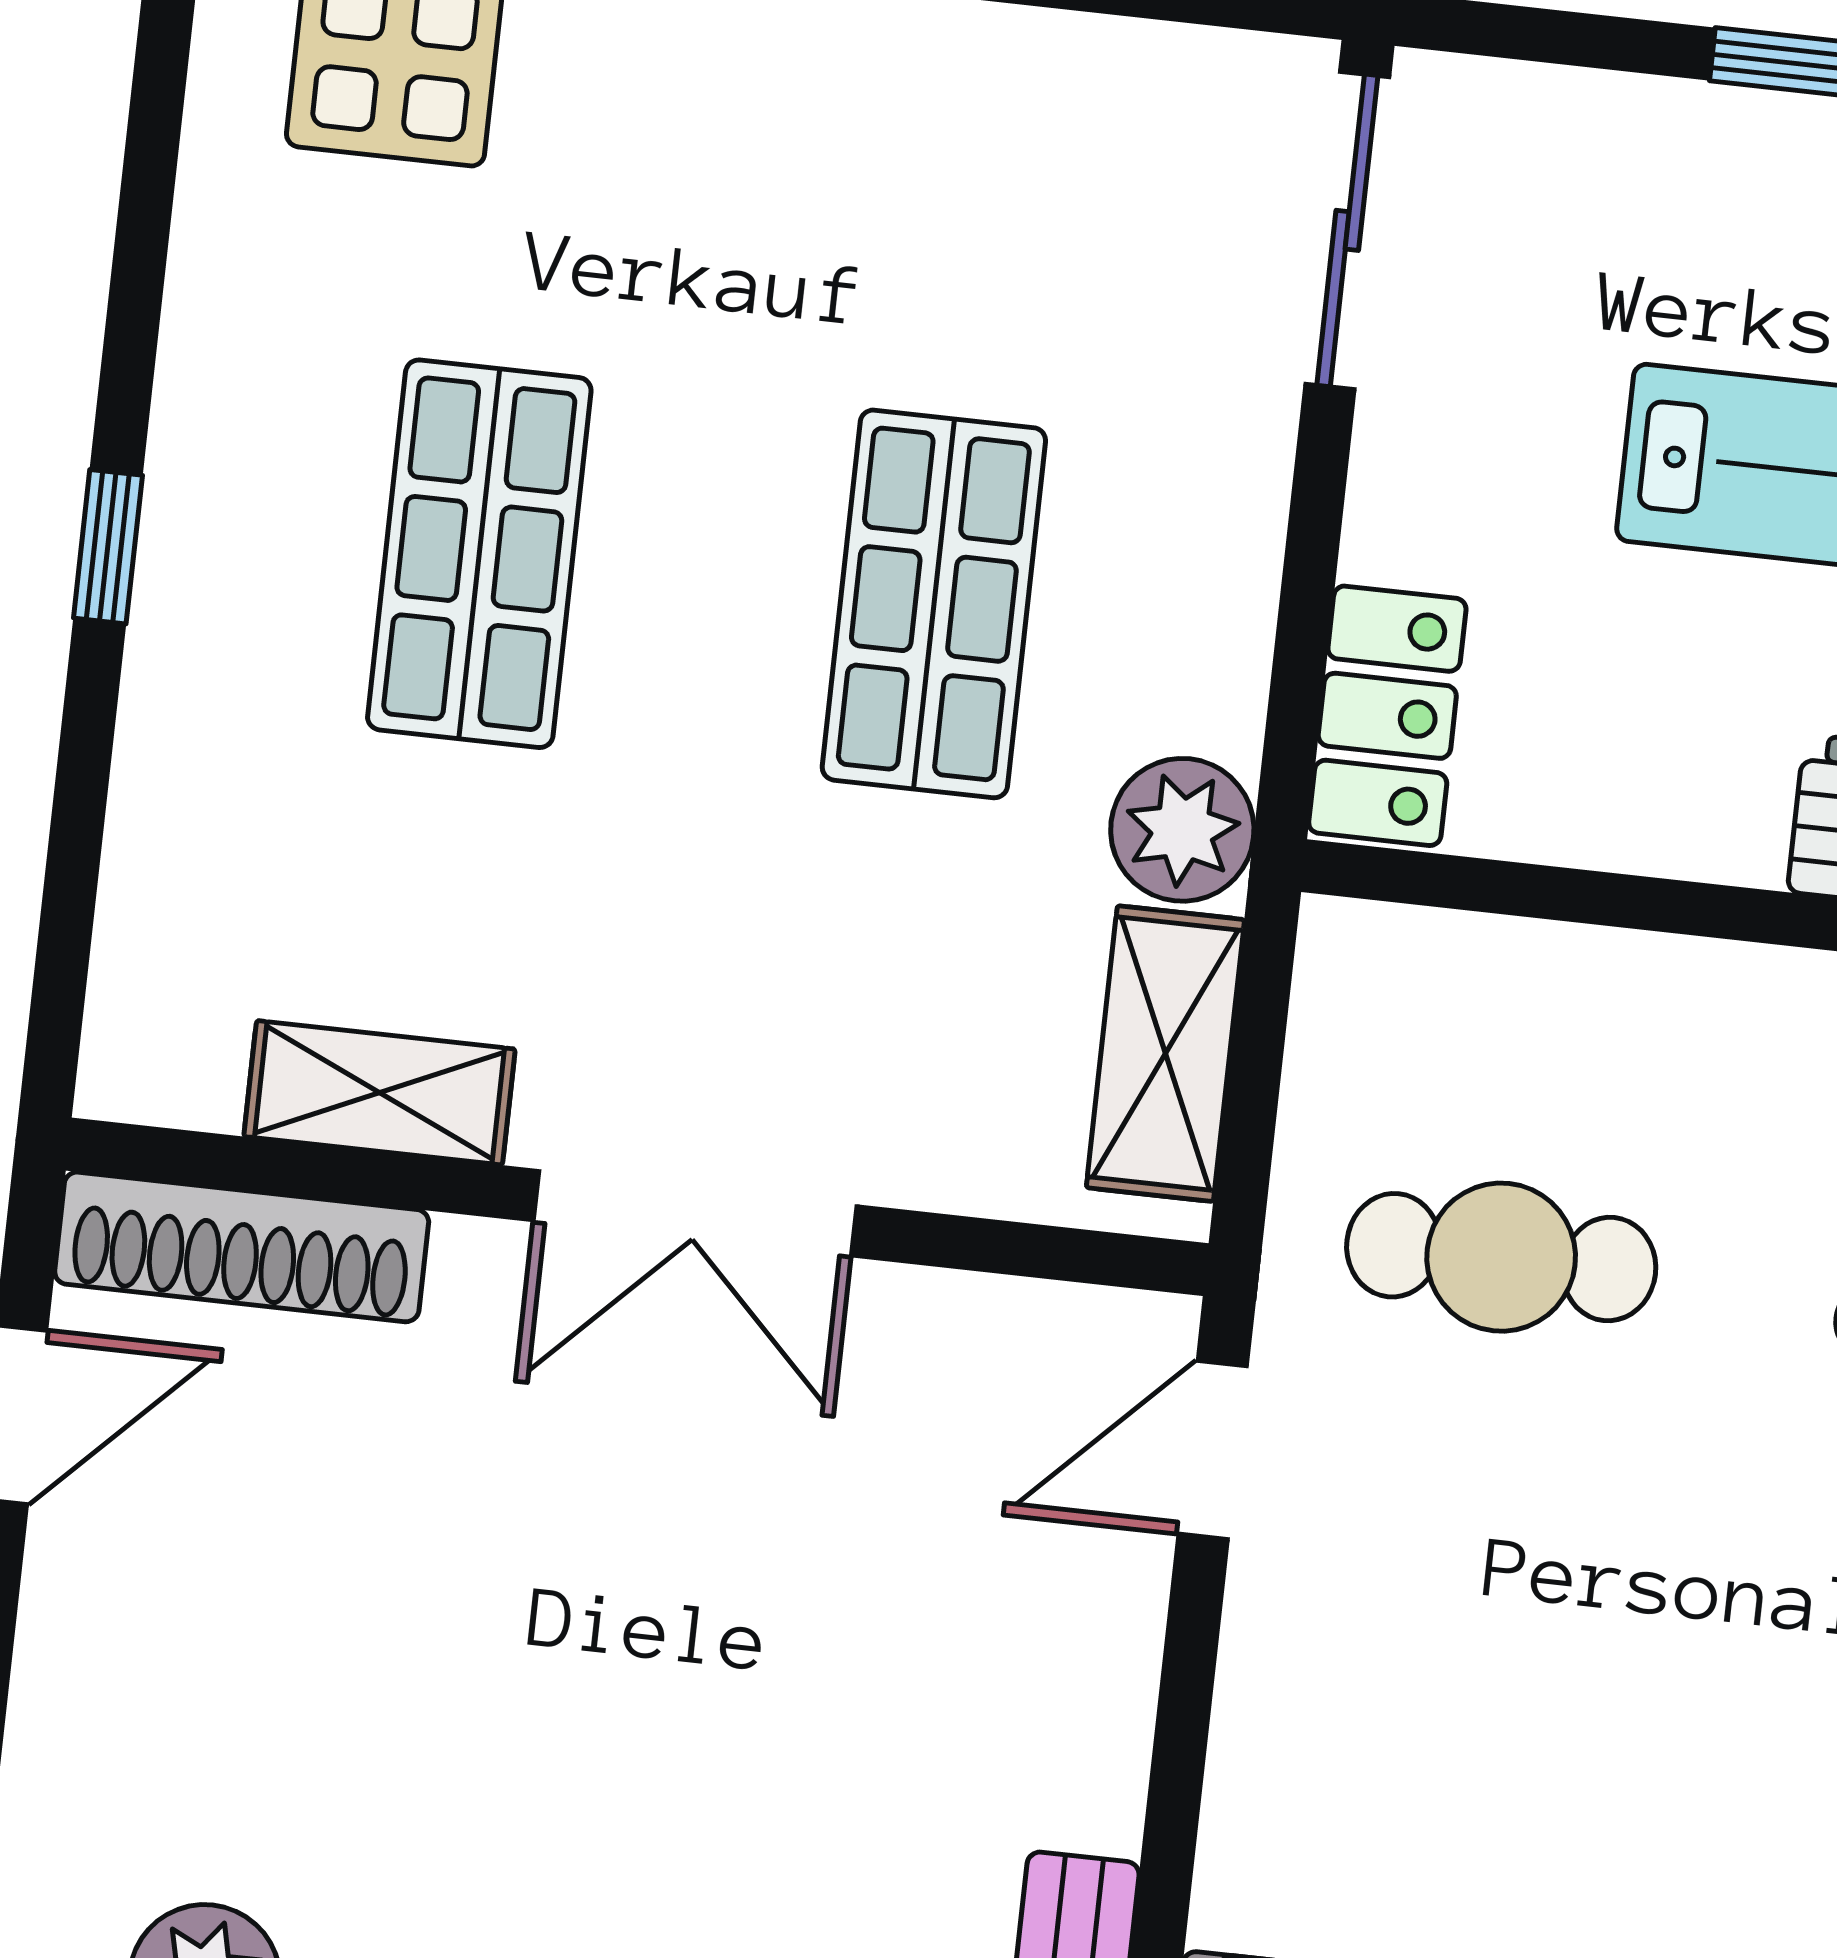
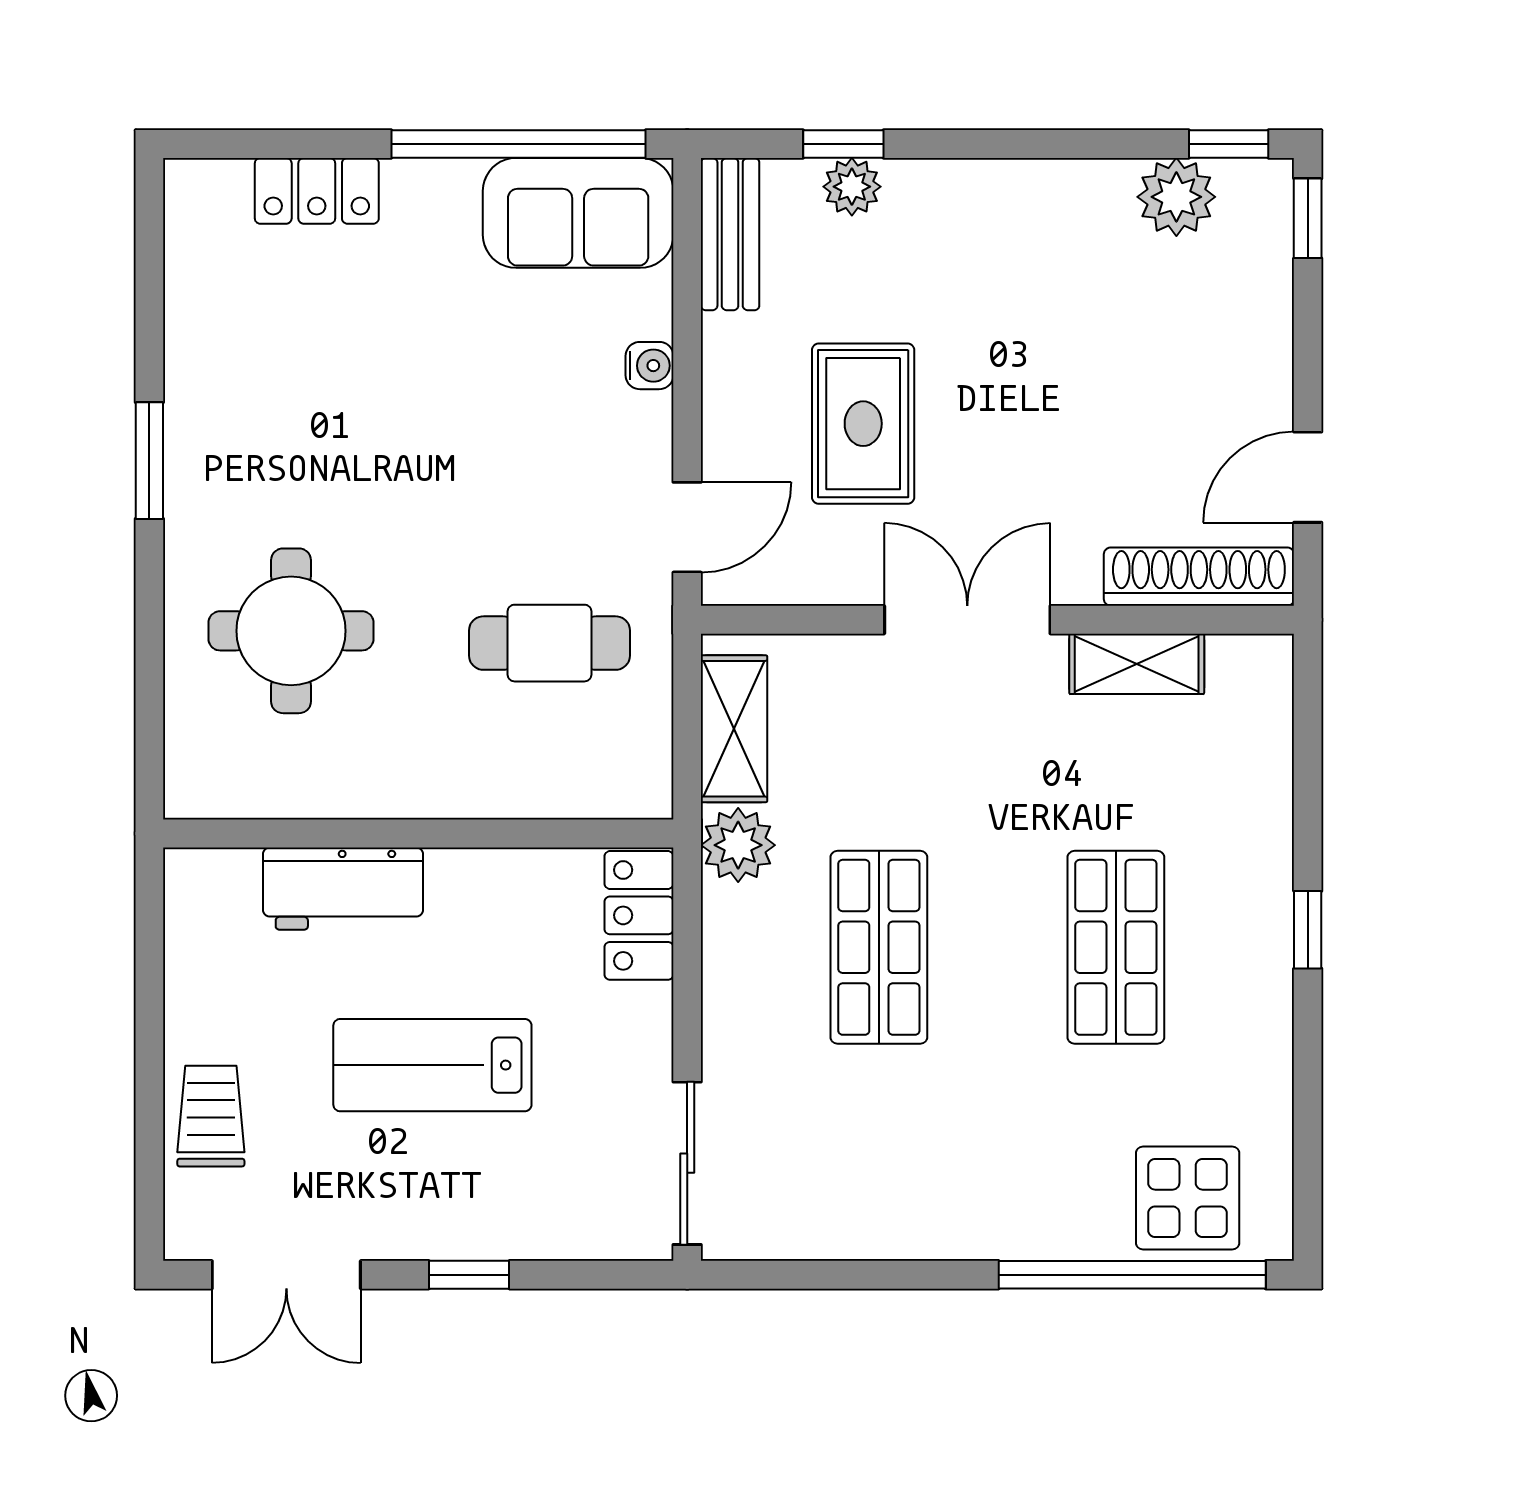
rug: (853, 1611) -> (863, 424), added
water cooler: (1251, 1768) -> (650, 366), added

